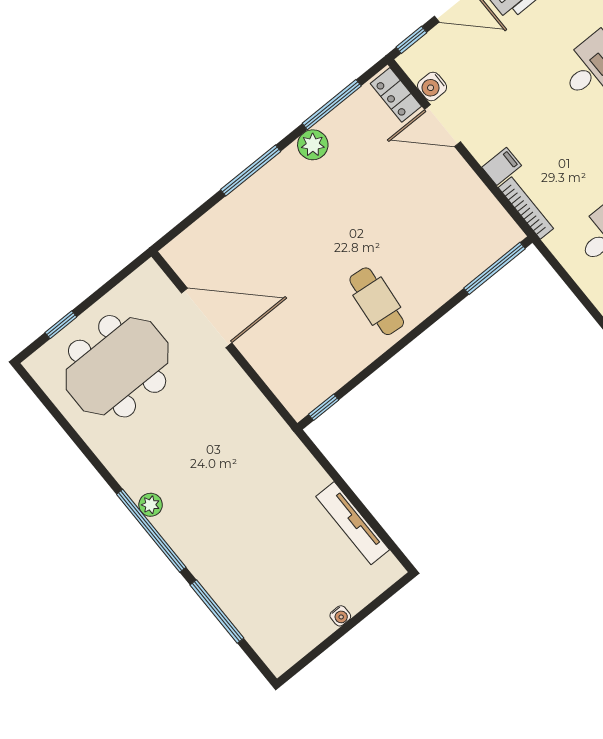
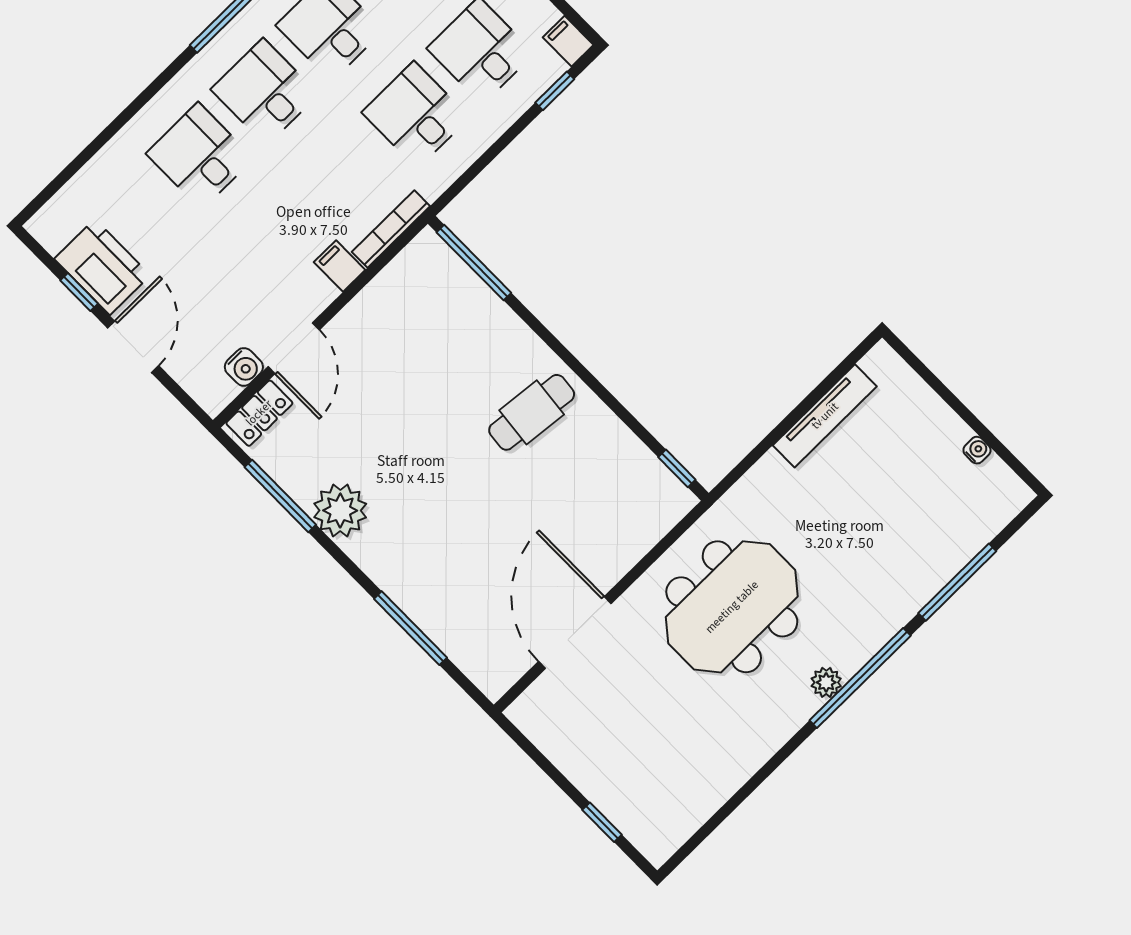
window: (411, 40) -> (186, 400), removed
plant: (313, 145) -> (340, 511), width x1.36, depth x1.36
window: (251, 170) -> (411, 628), moved
meeting table: (117, 366) -> (732, 607), moved, turned 90
water cooler: (340, 616) -> (977, 450), moved

